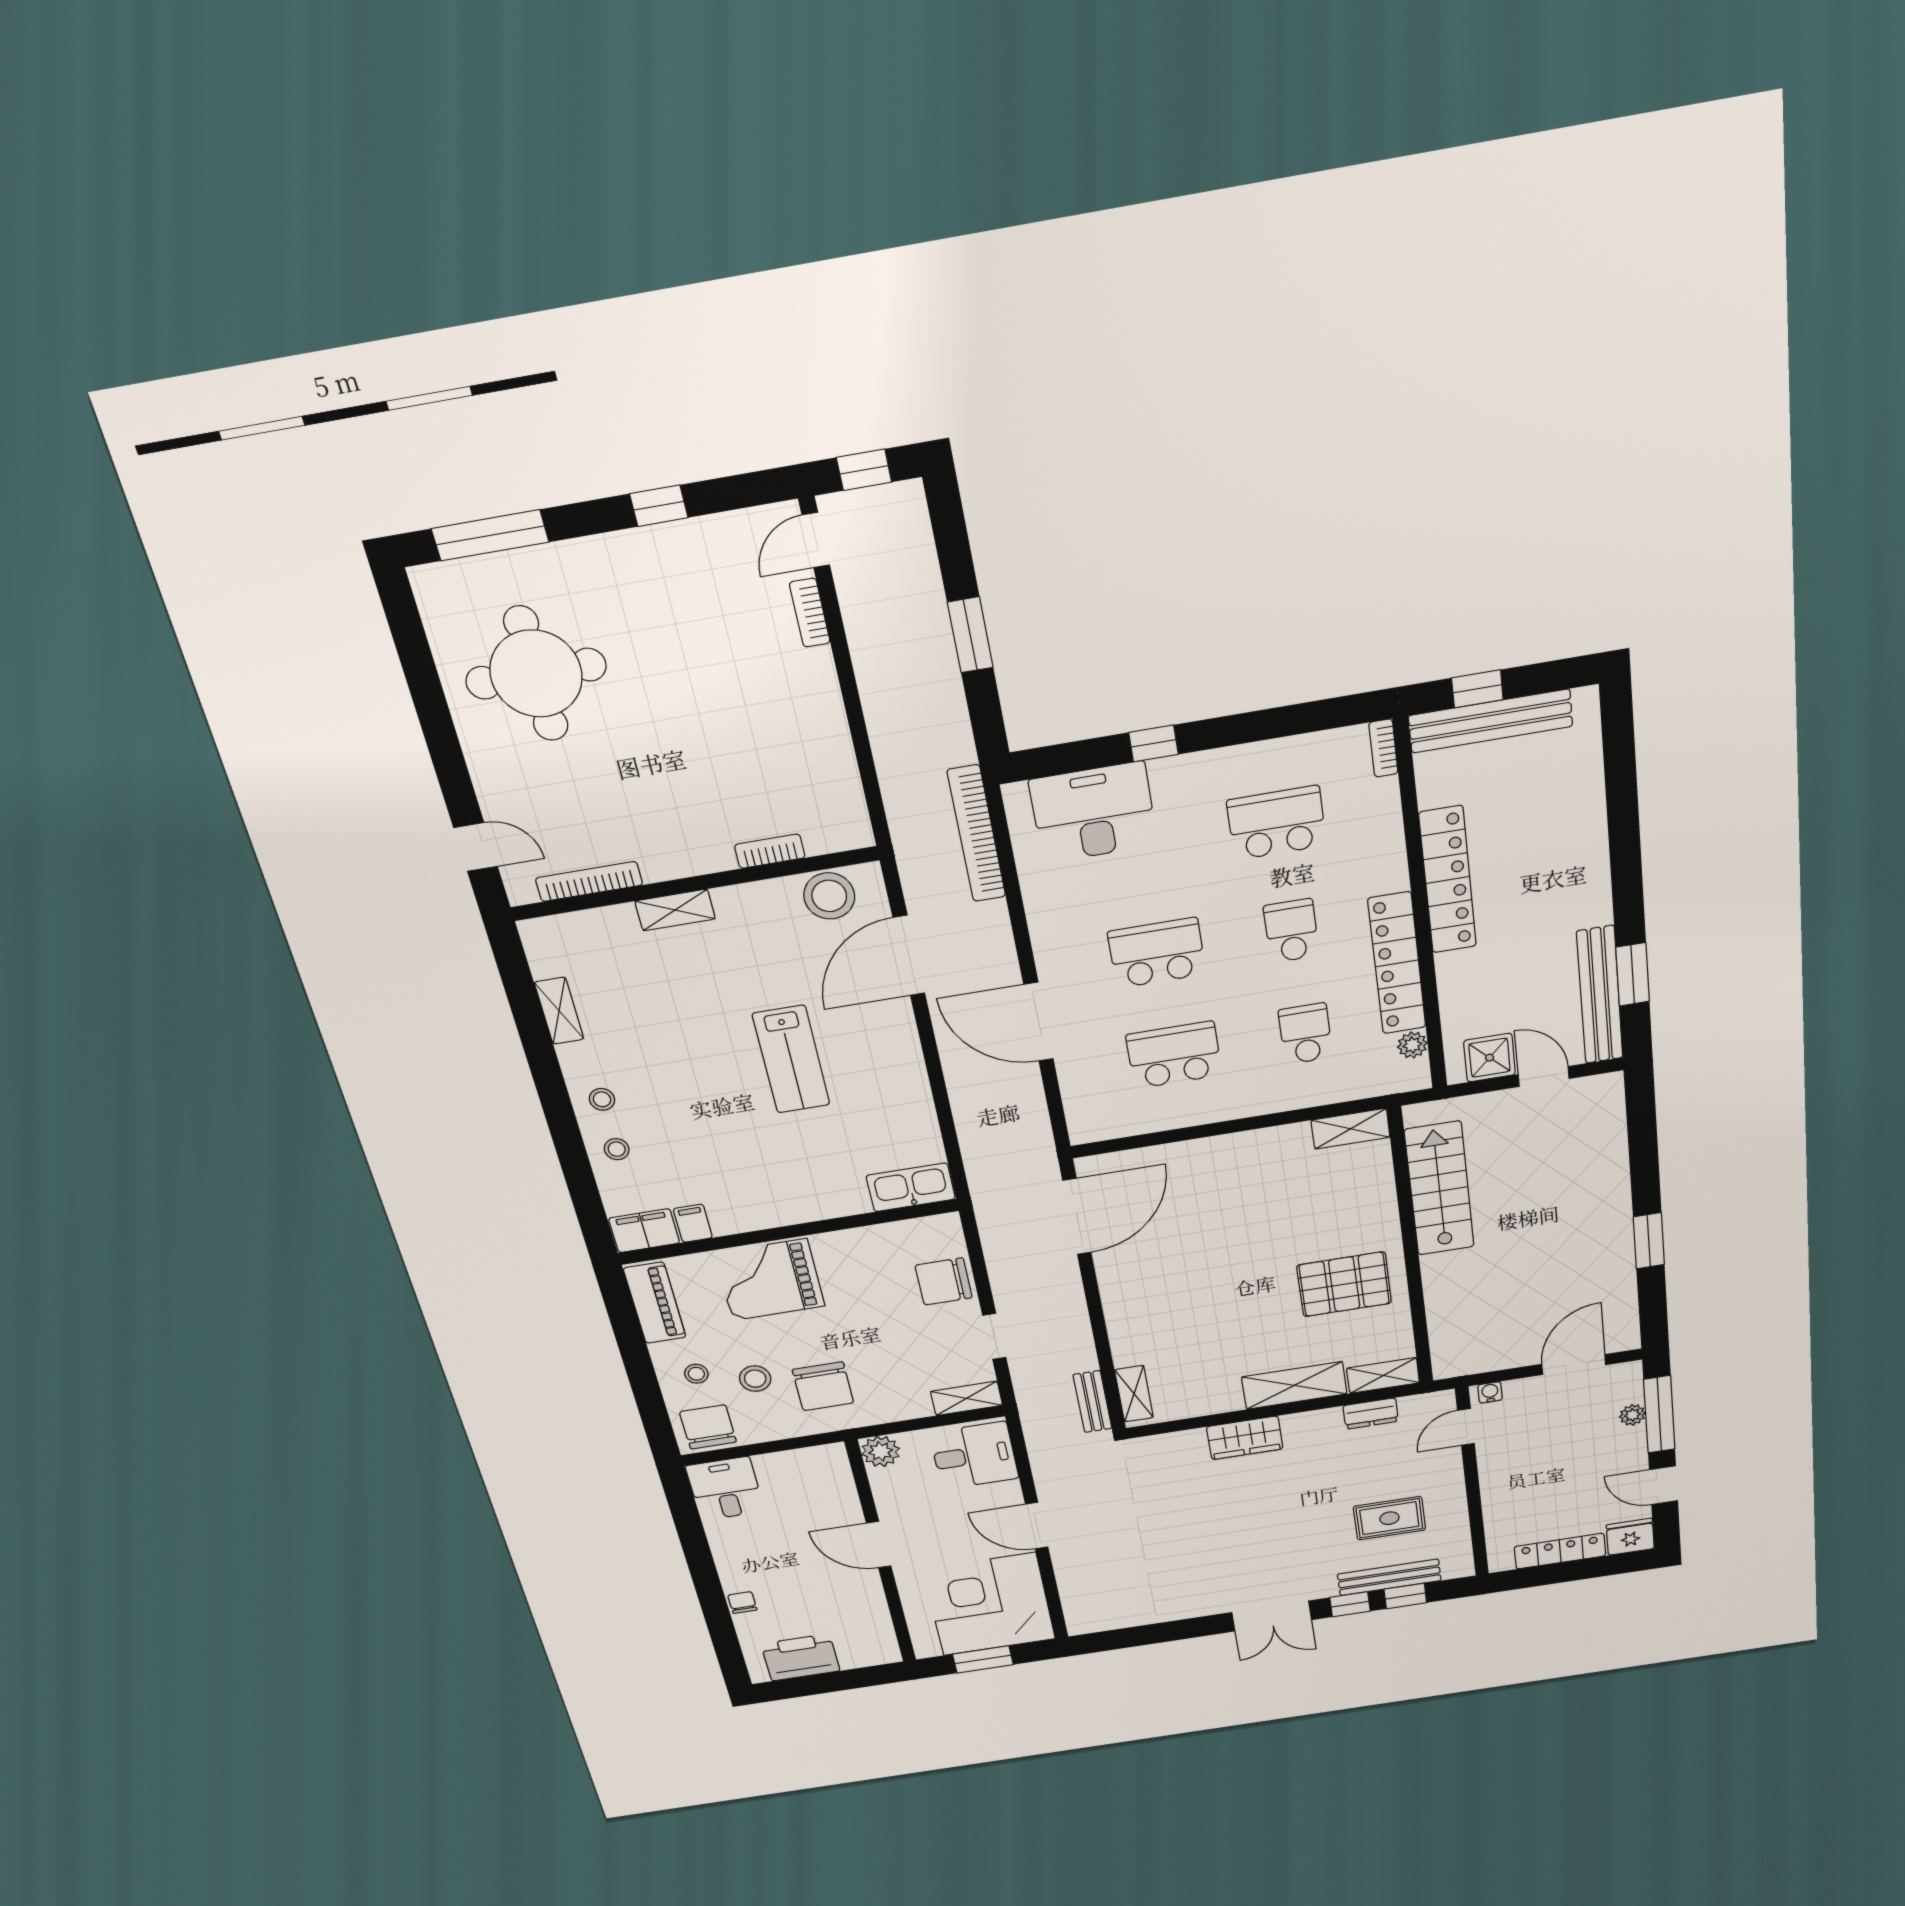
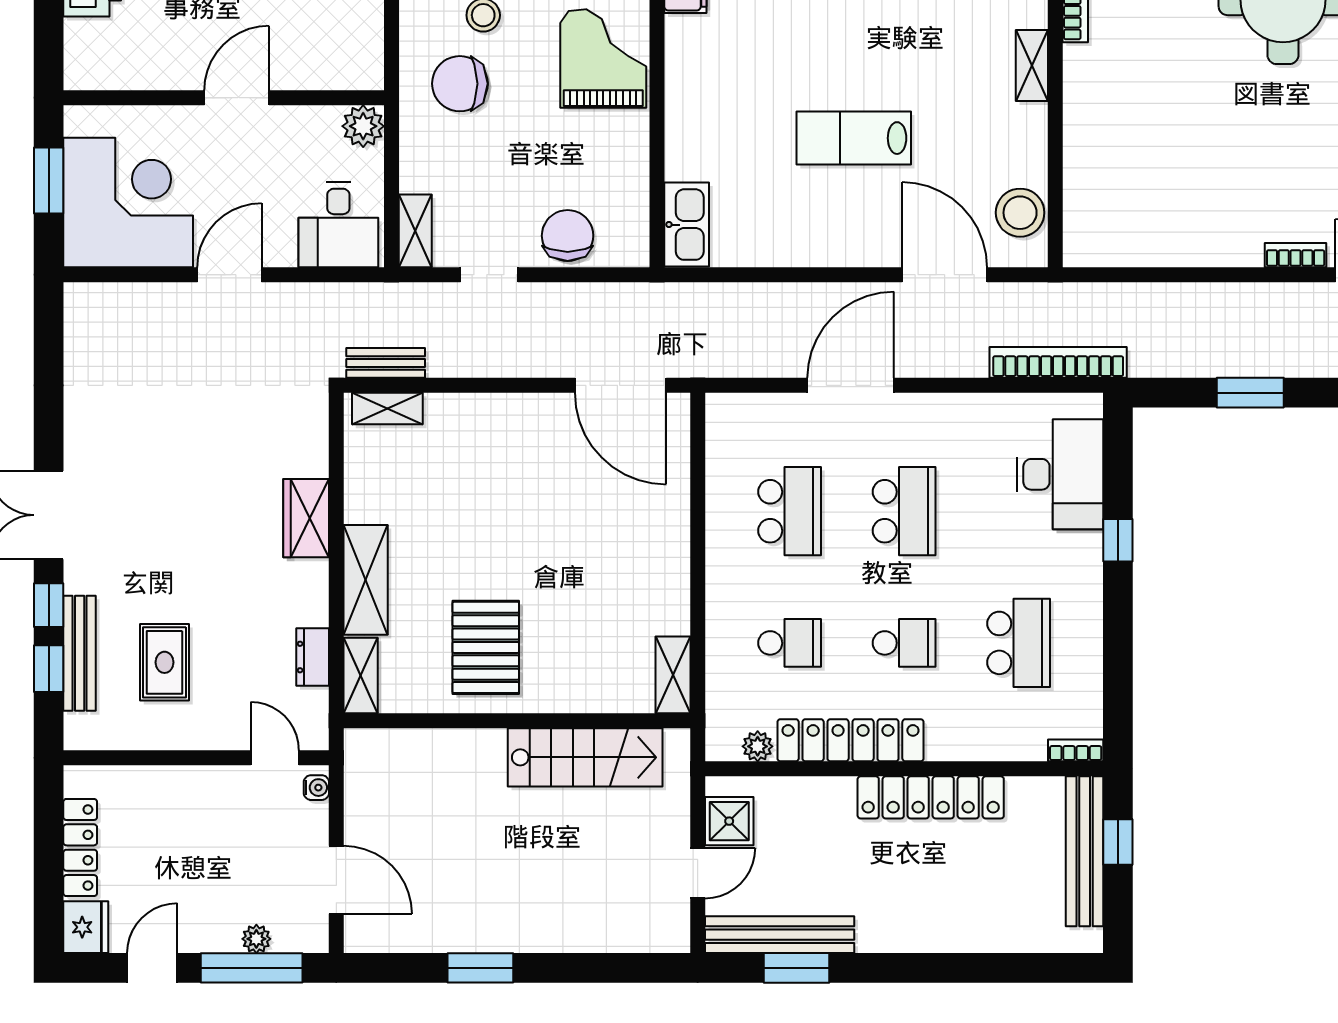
bookcase: (770, 851) -> (1075, 168), removed

